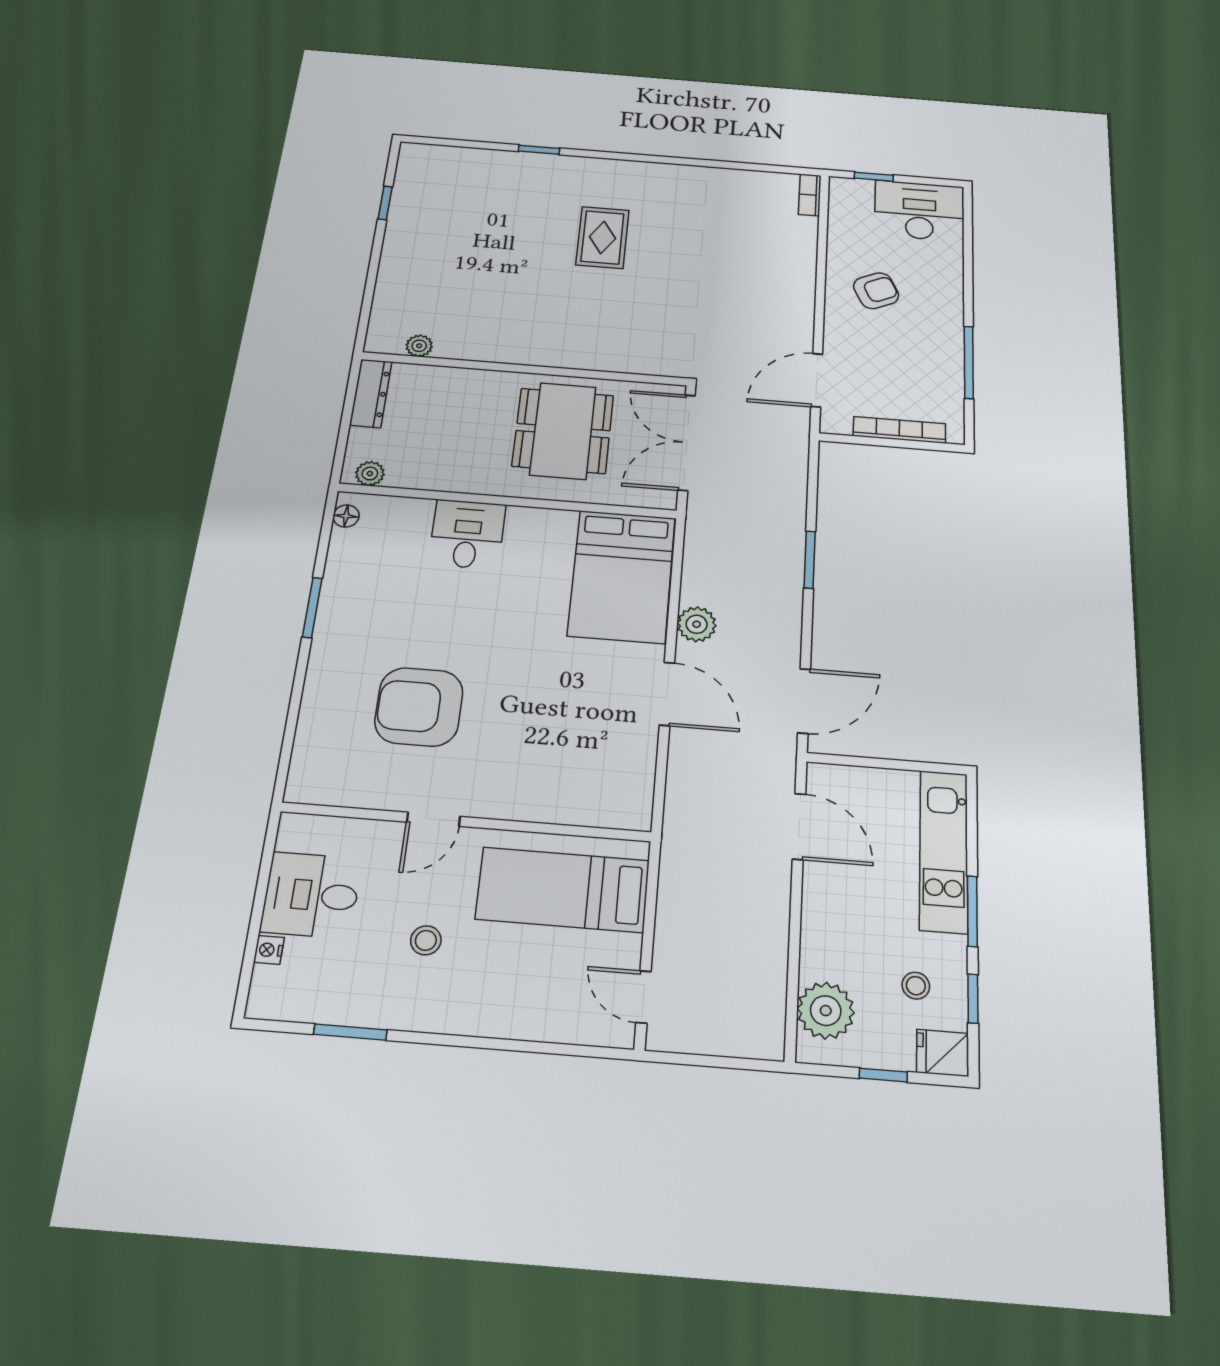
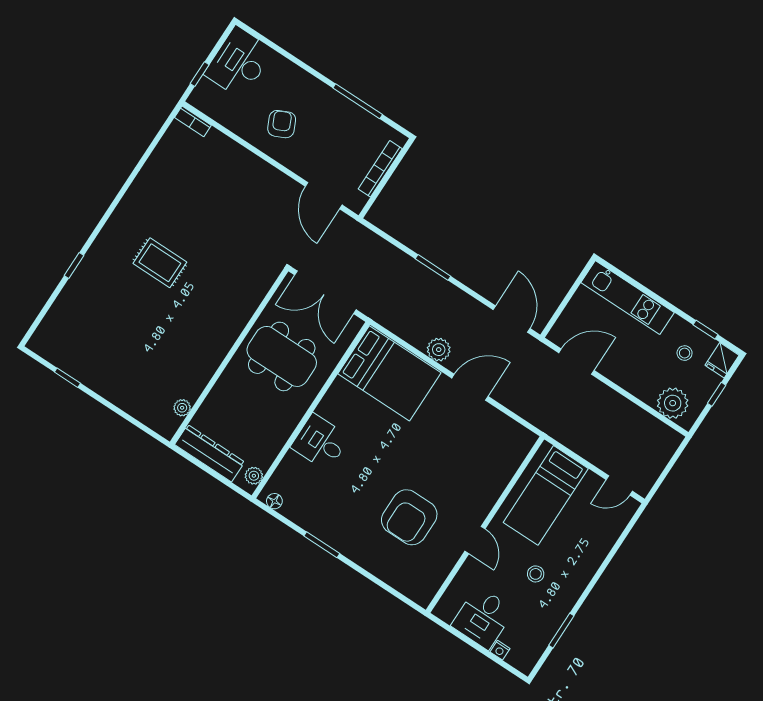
dresser: (371, 393) -> (210, 453), width x1.37, depth x1.24
window: (972, 911) -> (664, 303), removed

